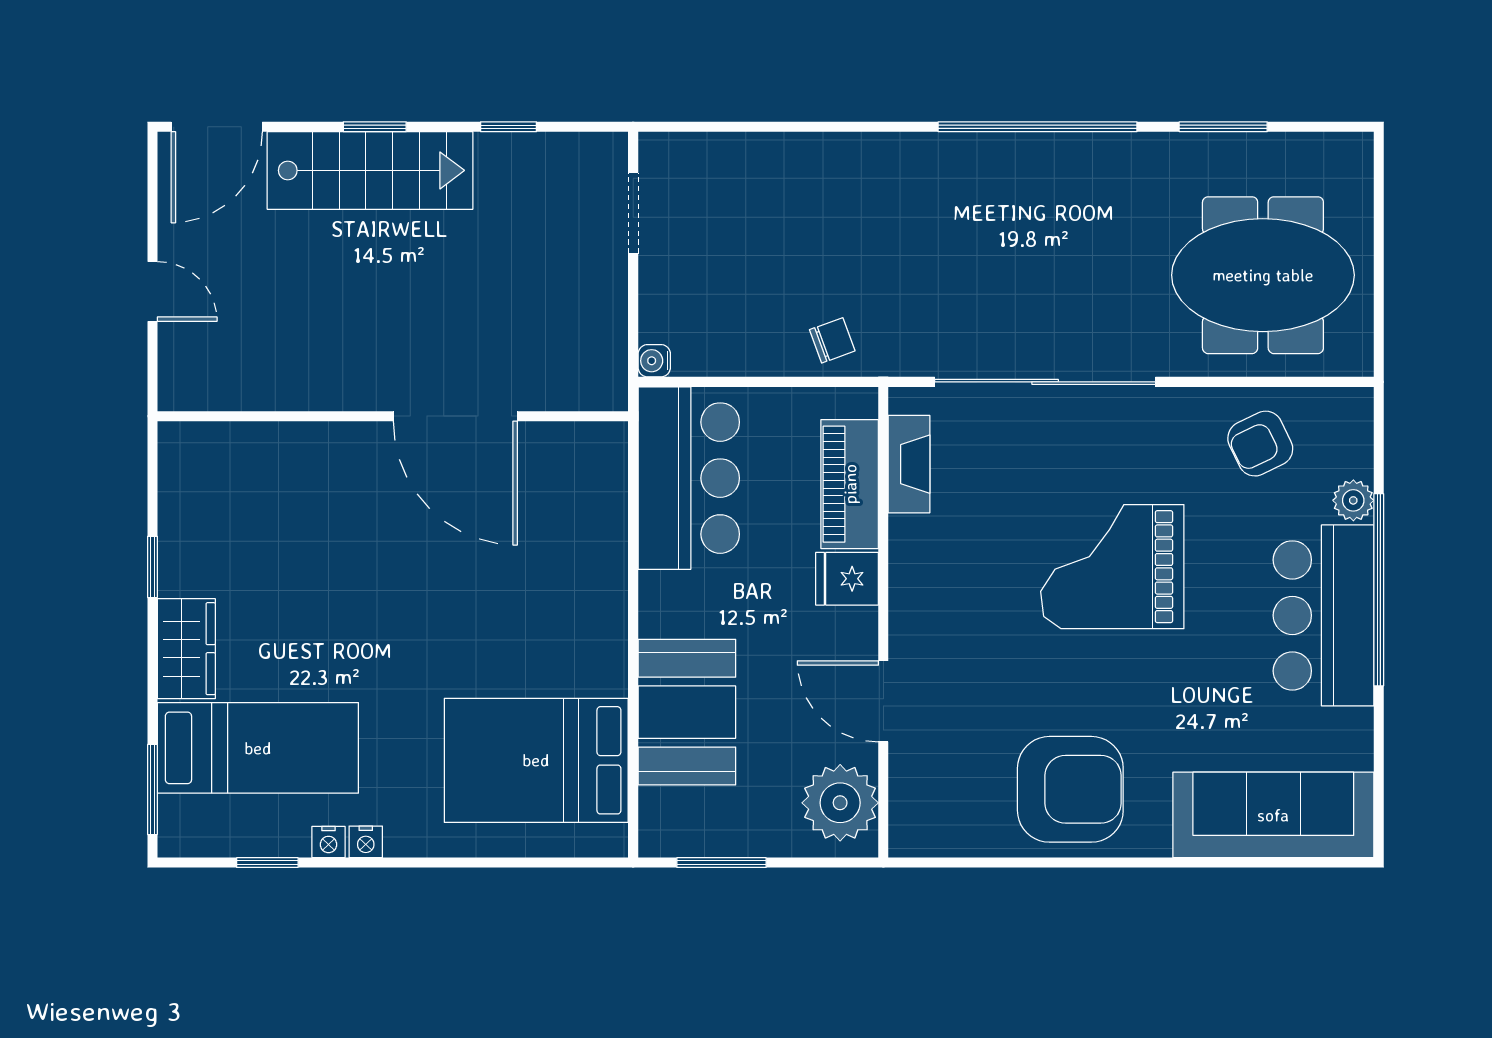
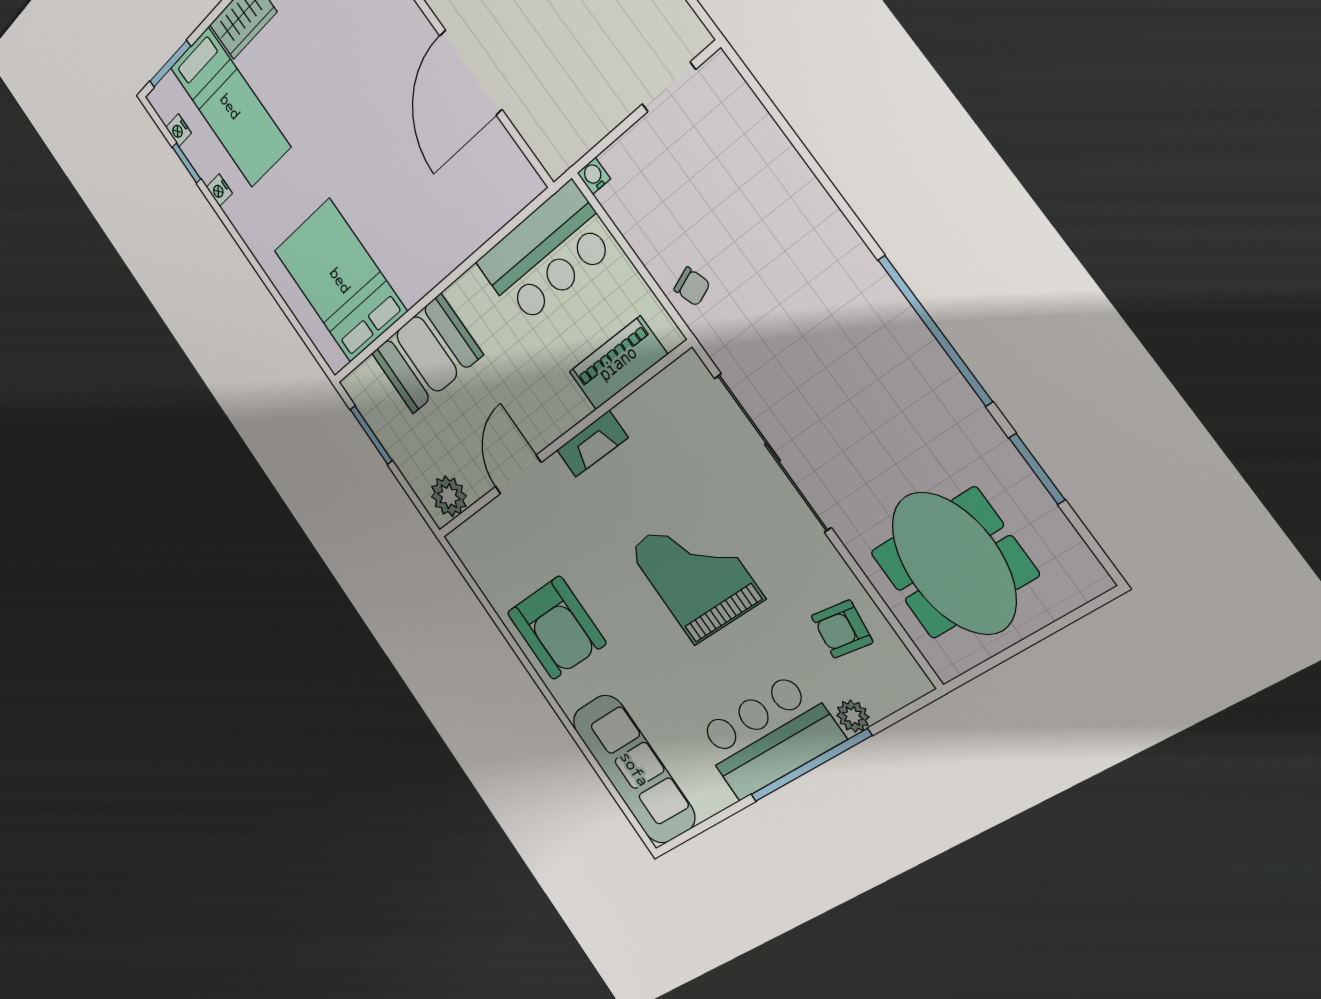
armchair: (1260, 444) -> (842, 629), turned -56
fireplace: (909, 464) -> (592, 444), moved
fridge: (847, 579) -> (565, 402), removed
plant: (840, 803) -> (449, 496), width x0.73, depth x0.73
nightstand: (366, 842) -> (179, 130), moved

